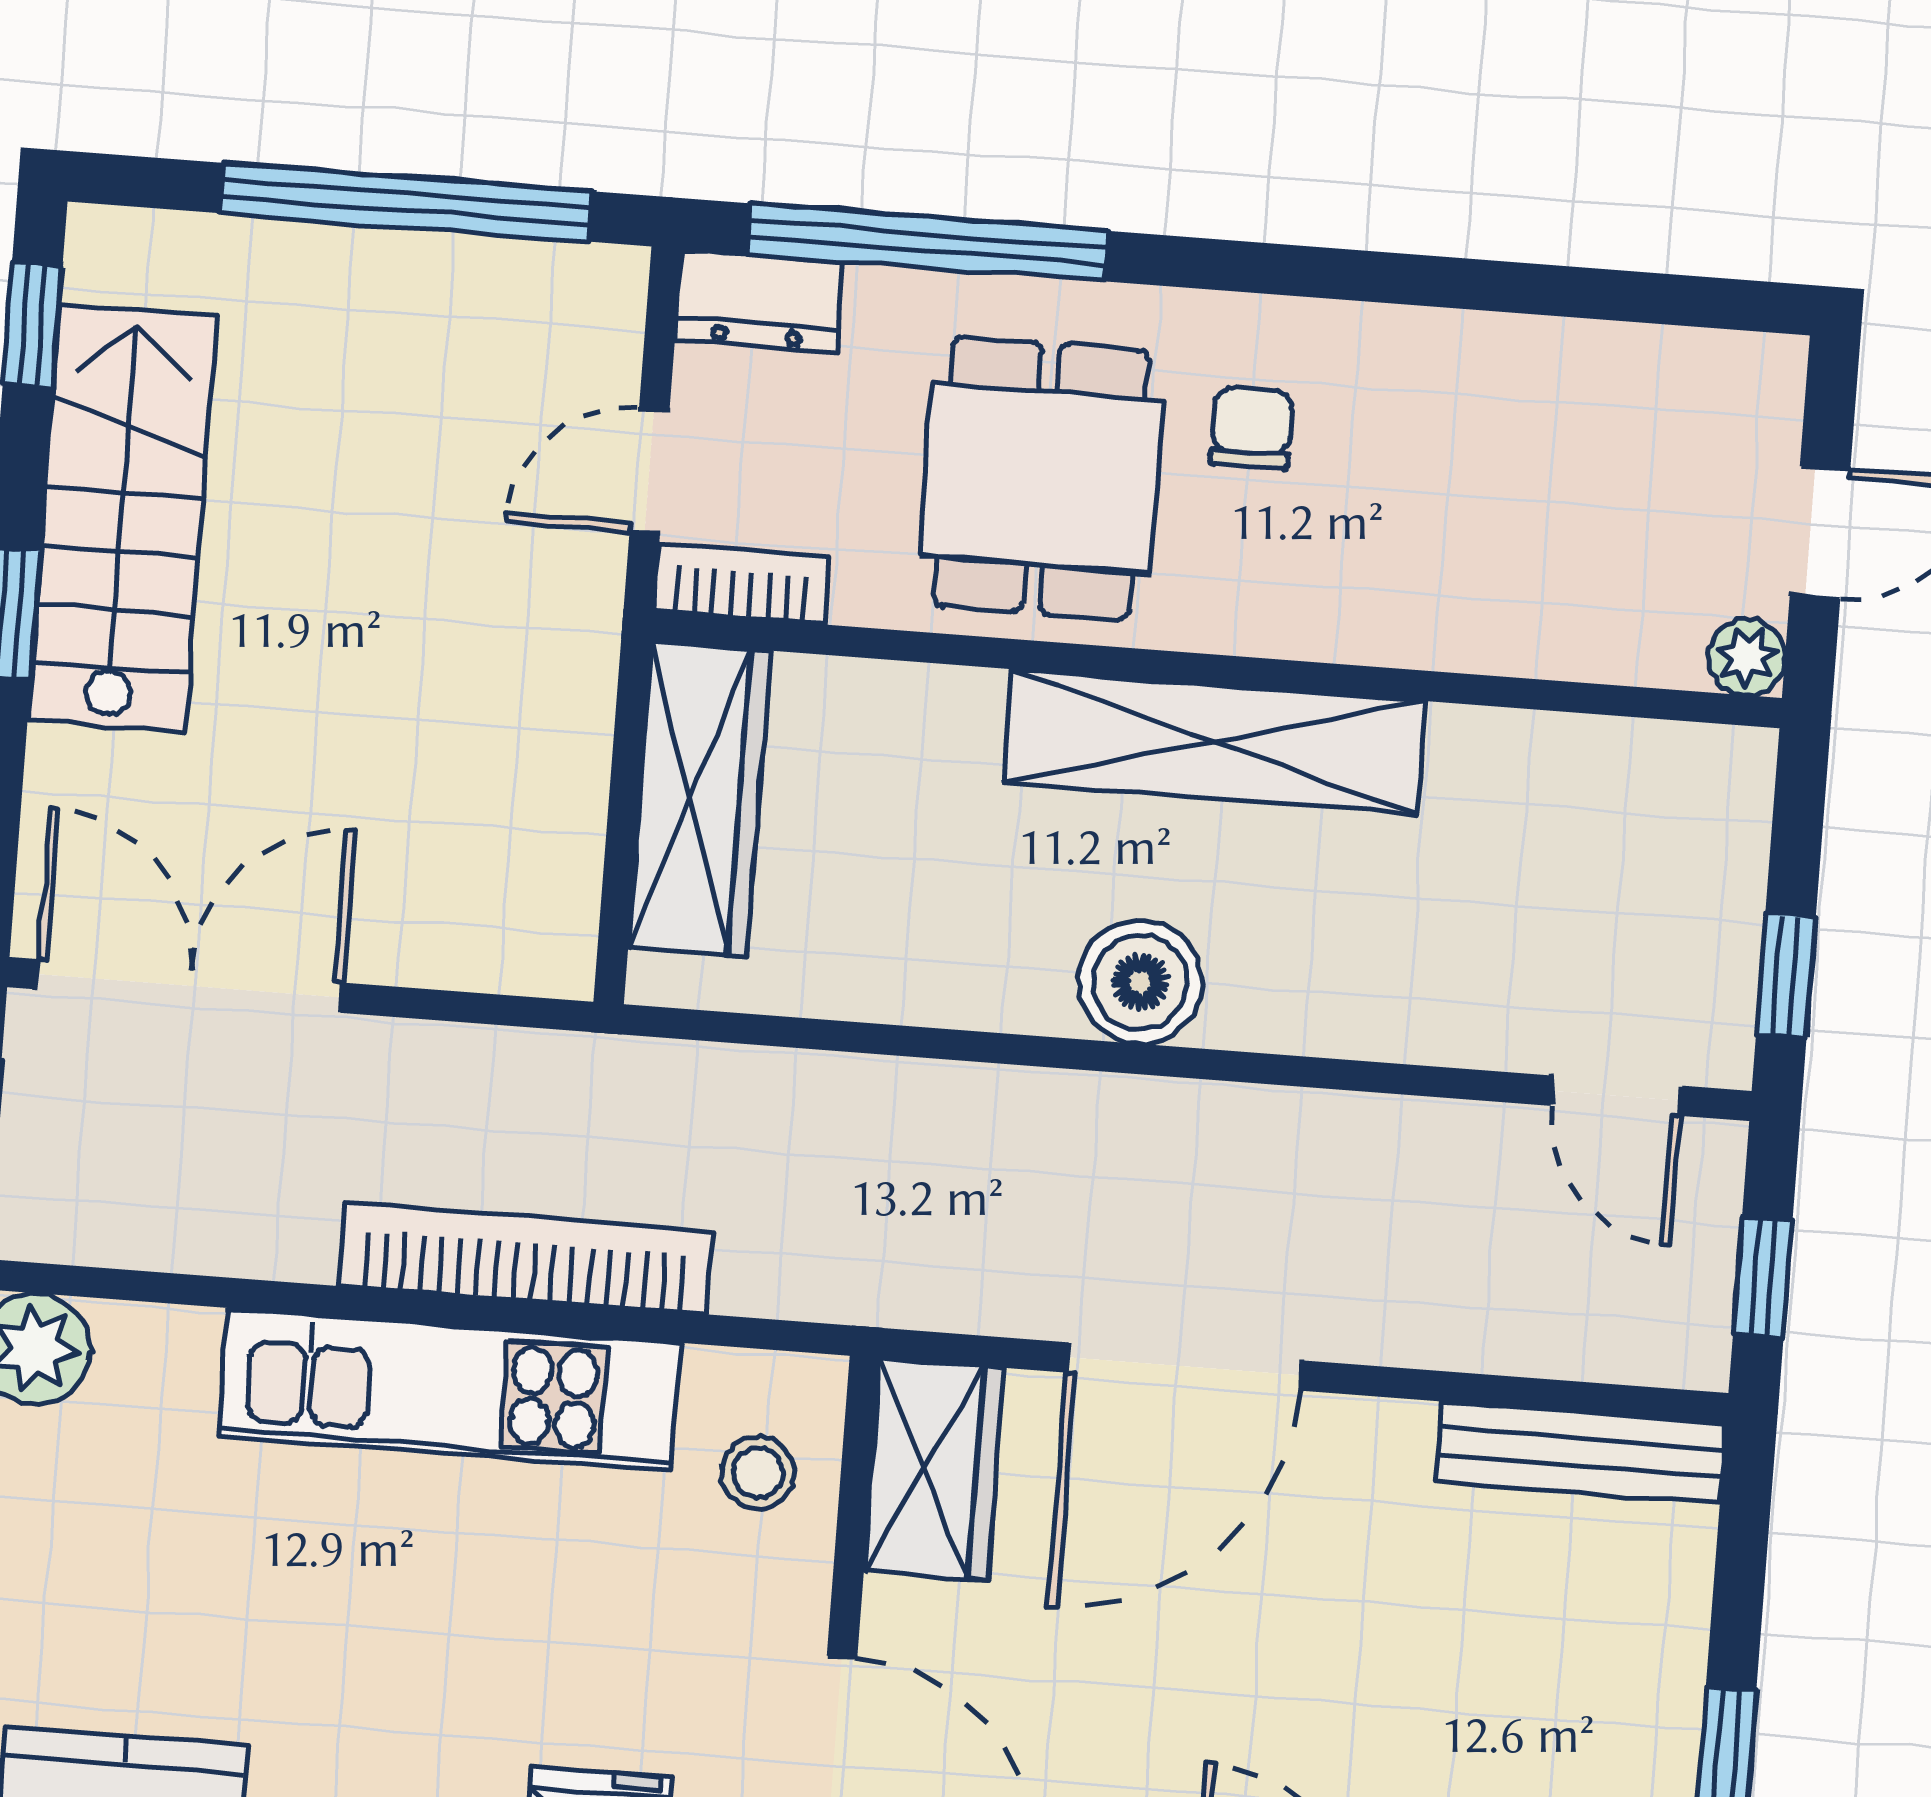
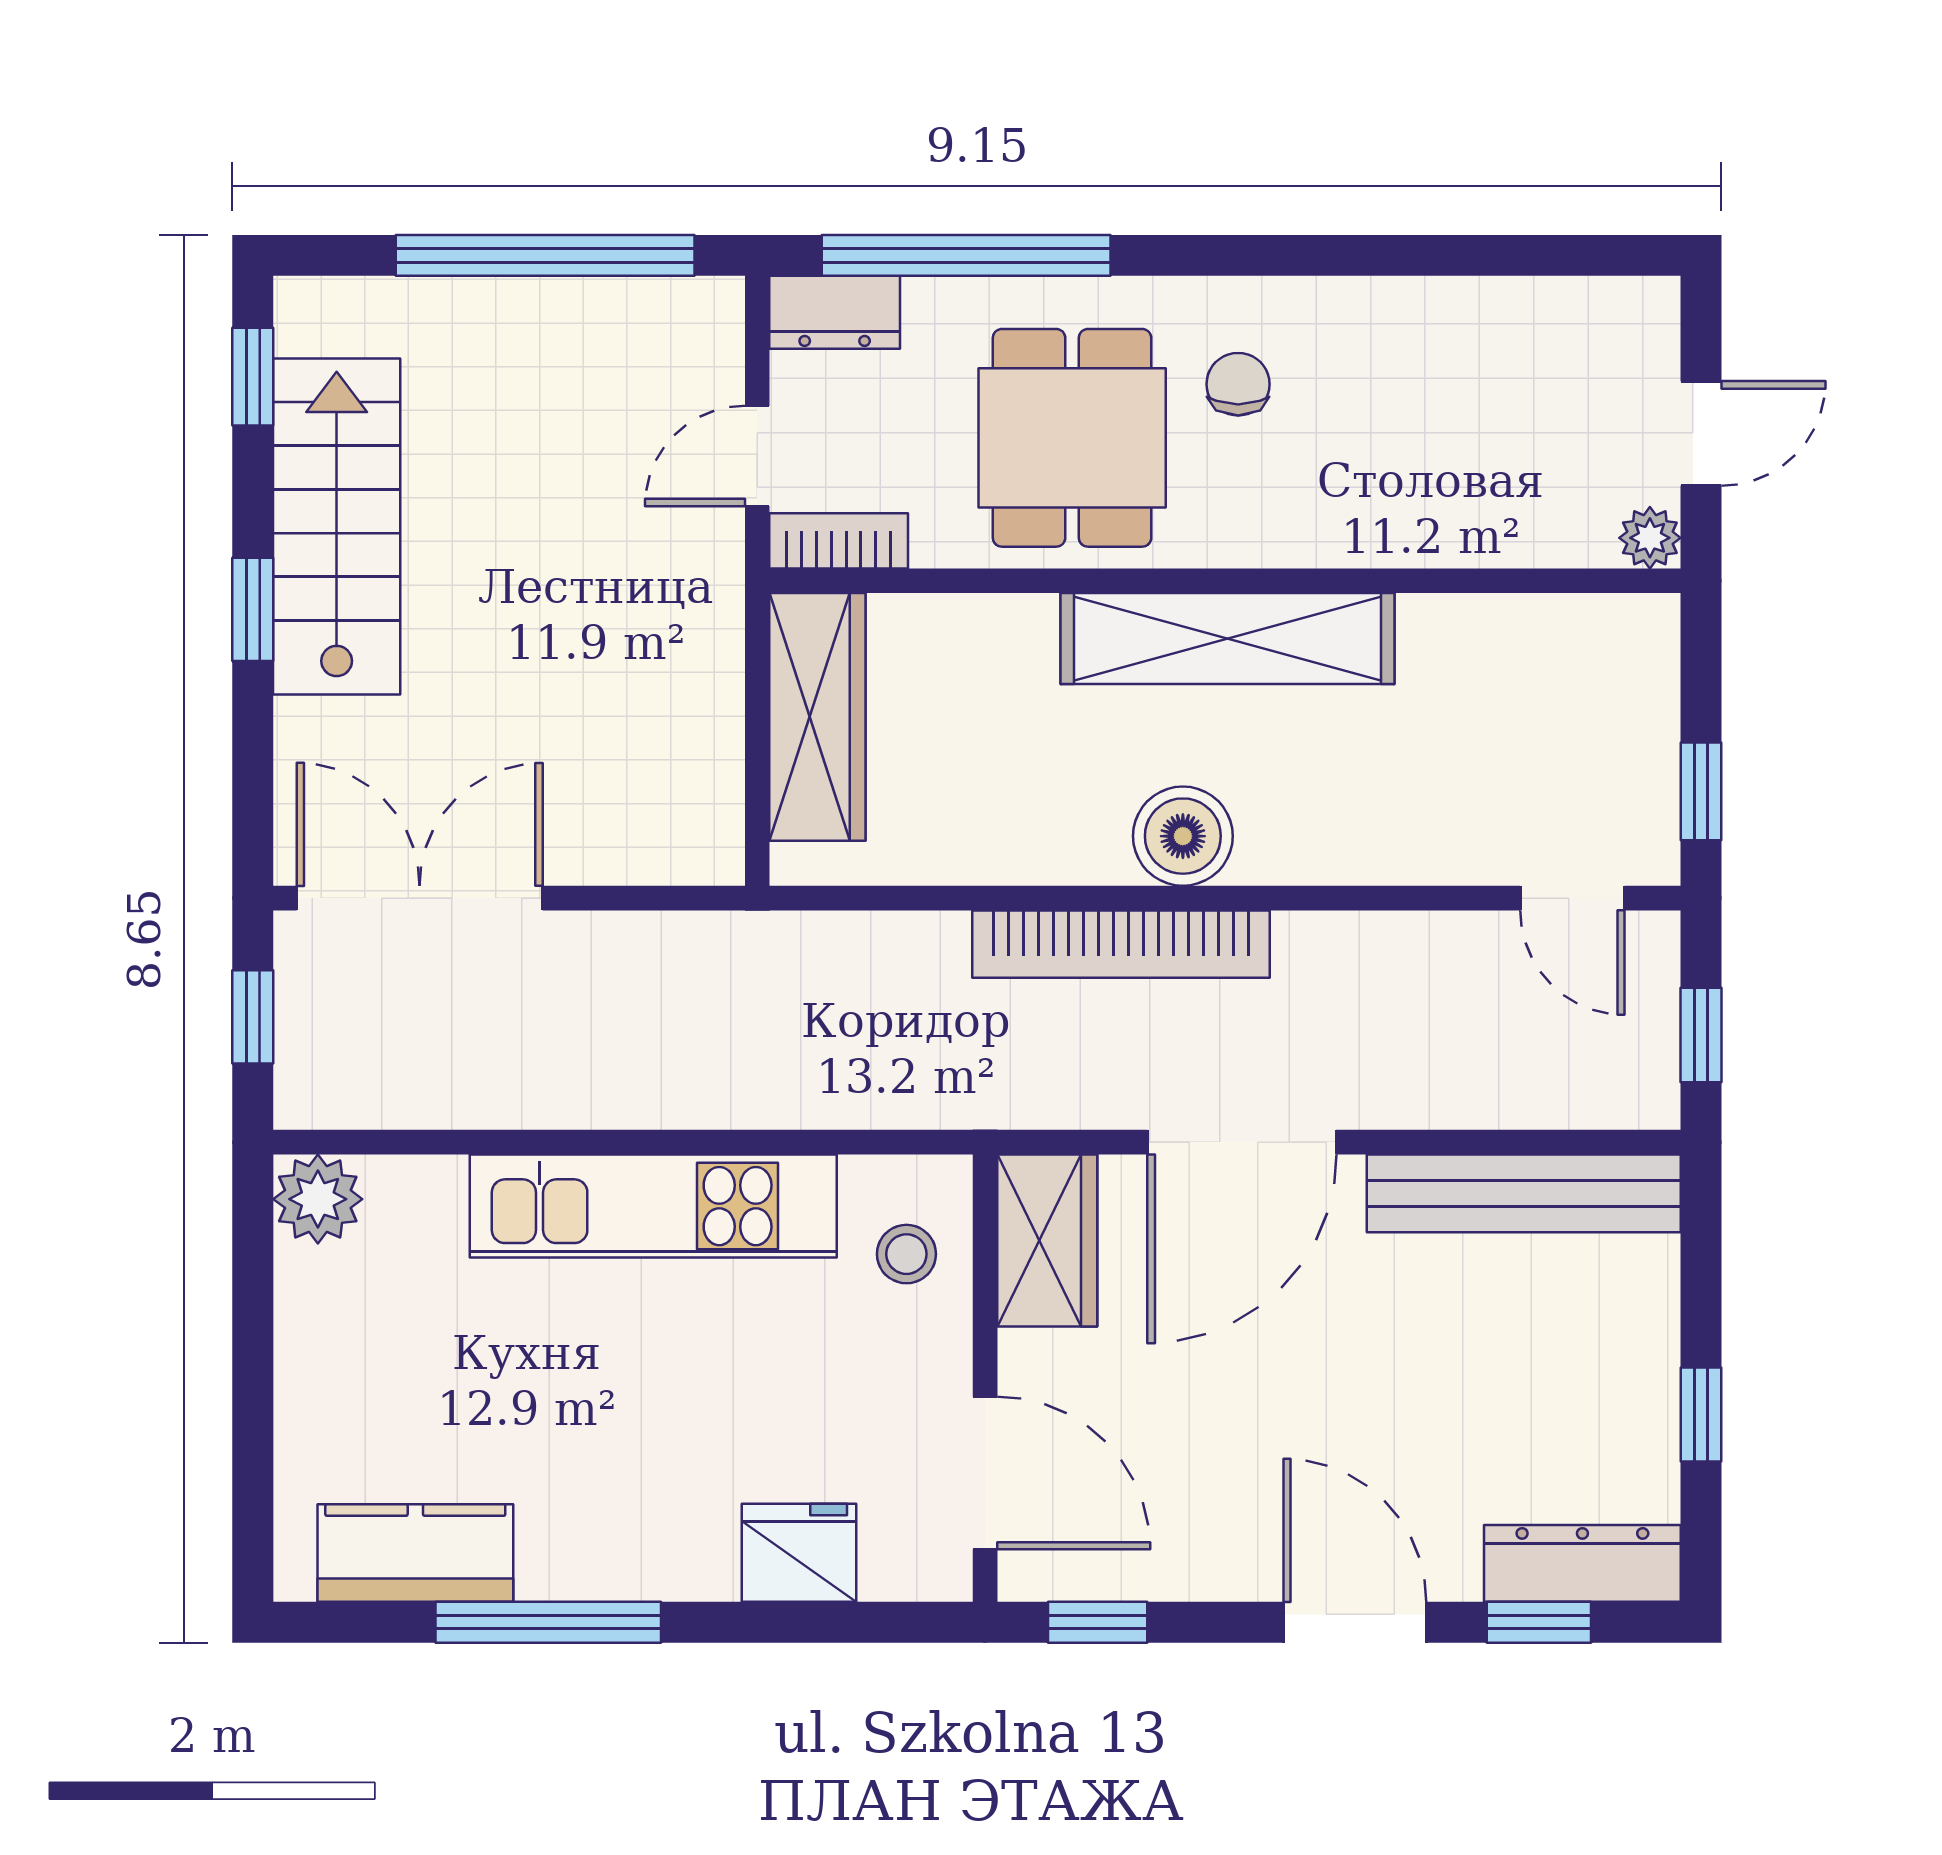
bookcase: (525, 1259) -> (1121, 944), moved, turned 180
bench: (1581, 1452) -> (1524, 1193), width x1.37, depth x1.21

